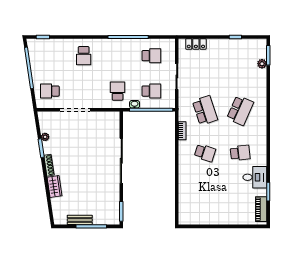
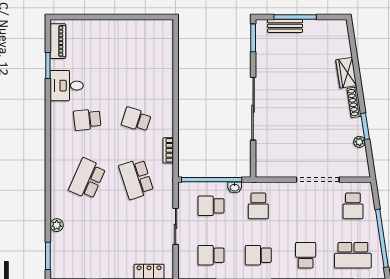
school desk: (50, 56) -> (353, 255), added
school desk: (118, 56) -> (258, 255), added
plant: (262, 64) -> (57, 225), moved
school desk: (50, 91) -> (353, 206), turned 90
bench: (80, 220) -> (285, 26), moved

